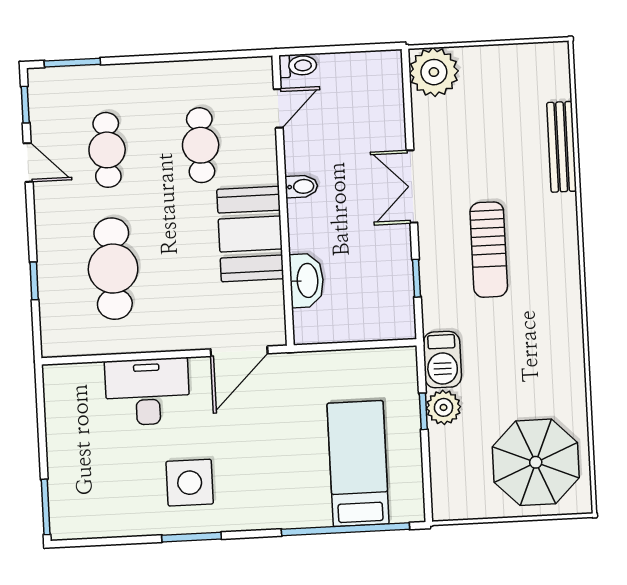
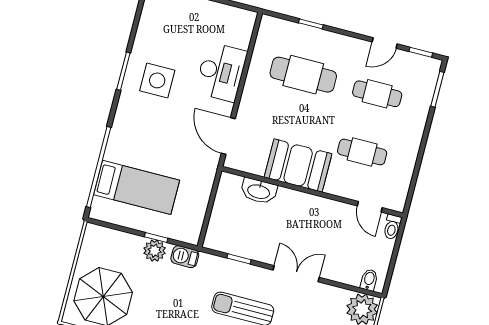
bidet: (301, 186) -> (369, 280), moved, turned 180
barbecue: (442, 360) -> (185, 257), width x0.73, depth x0.79

